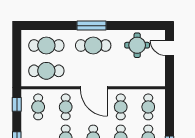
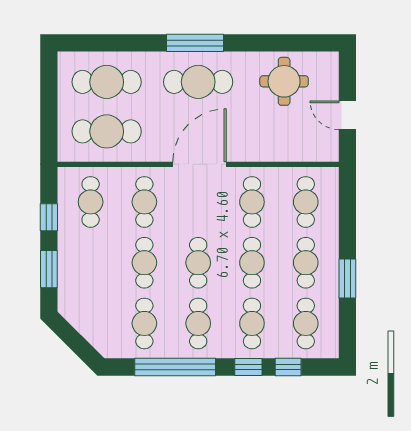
door: (170, 48) -> (347, 115), moved
door: (94, 88) -> (200, 164), swing flipped
window: (17, 104) -> (49, 217), moved

